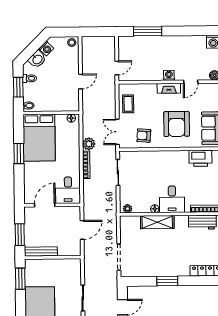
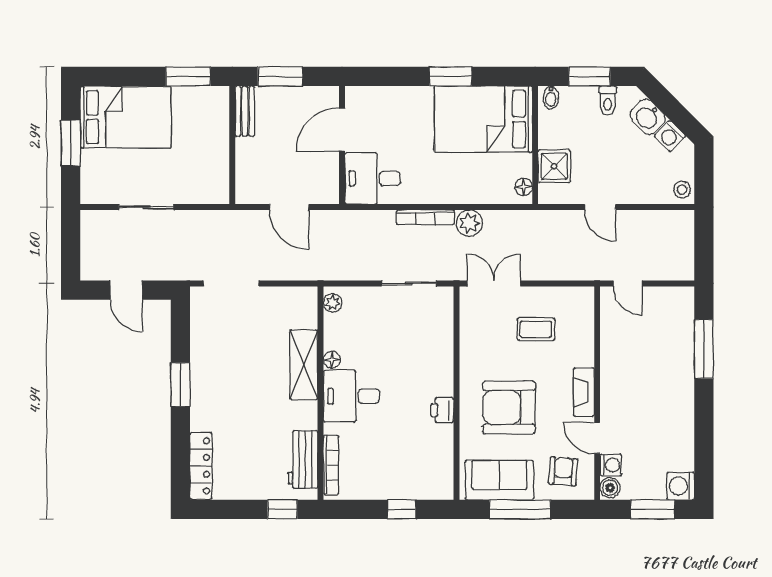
washing machine: (169, 75) -> (611, 465), moved
shower: (61, 104) -> (554, 166), added
coffee table: (128, 104) -> (536, 329), moved
armchair: (144, 136) -> (563, 471), moved
printer: (200, 158) -> (442, 410), moved, width x0.53, depth x0.68
door: (45, 205) -> (342, 130), swing flipped
bench: (41, 252) -> (245, 111), width x0.73

